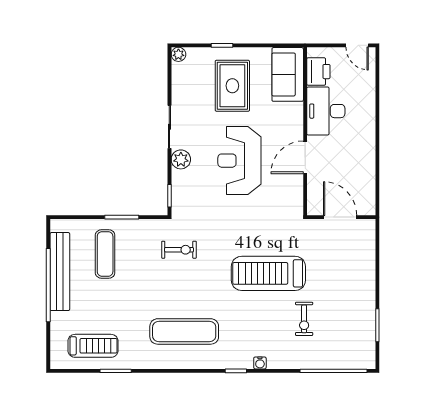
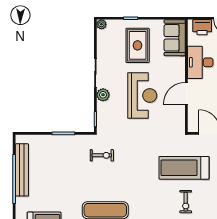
printer: (318, 72) -> (202, 27), moved, turned 90
reception desk: (239, 161) -> (142, 96), turned 180
exercise mat: (105, 254) -> (52, 158), removed
treadmill: (268, 273) -> (184, 168), moved

